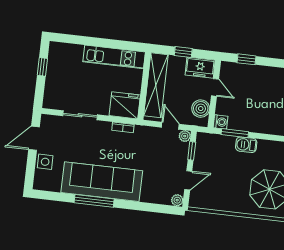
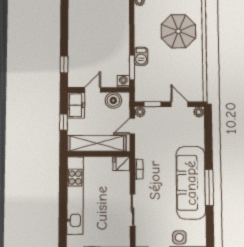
kitchen unit: (114, 57) -> (75, 195), width x1.36
fridge: (125, 105) -> (121, 164), width x0.53, depth x0.75

